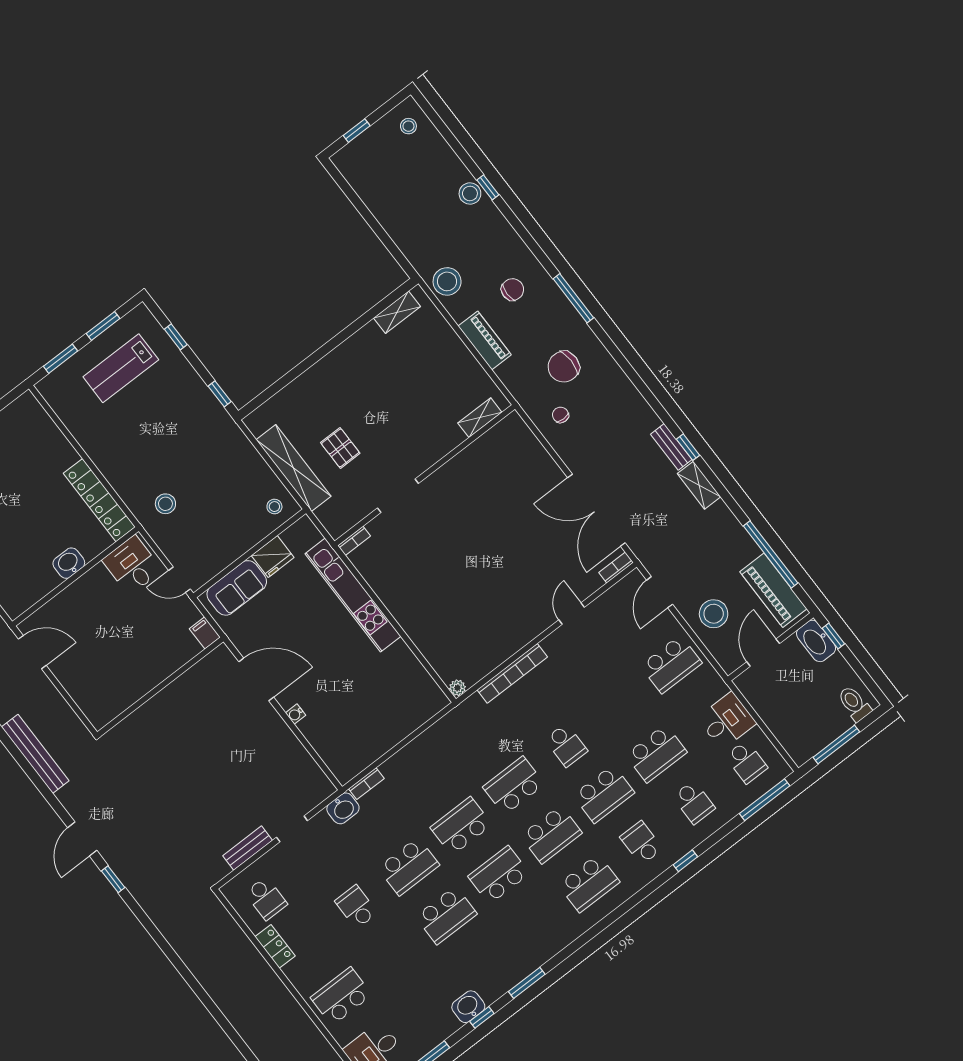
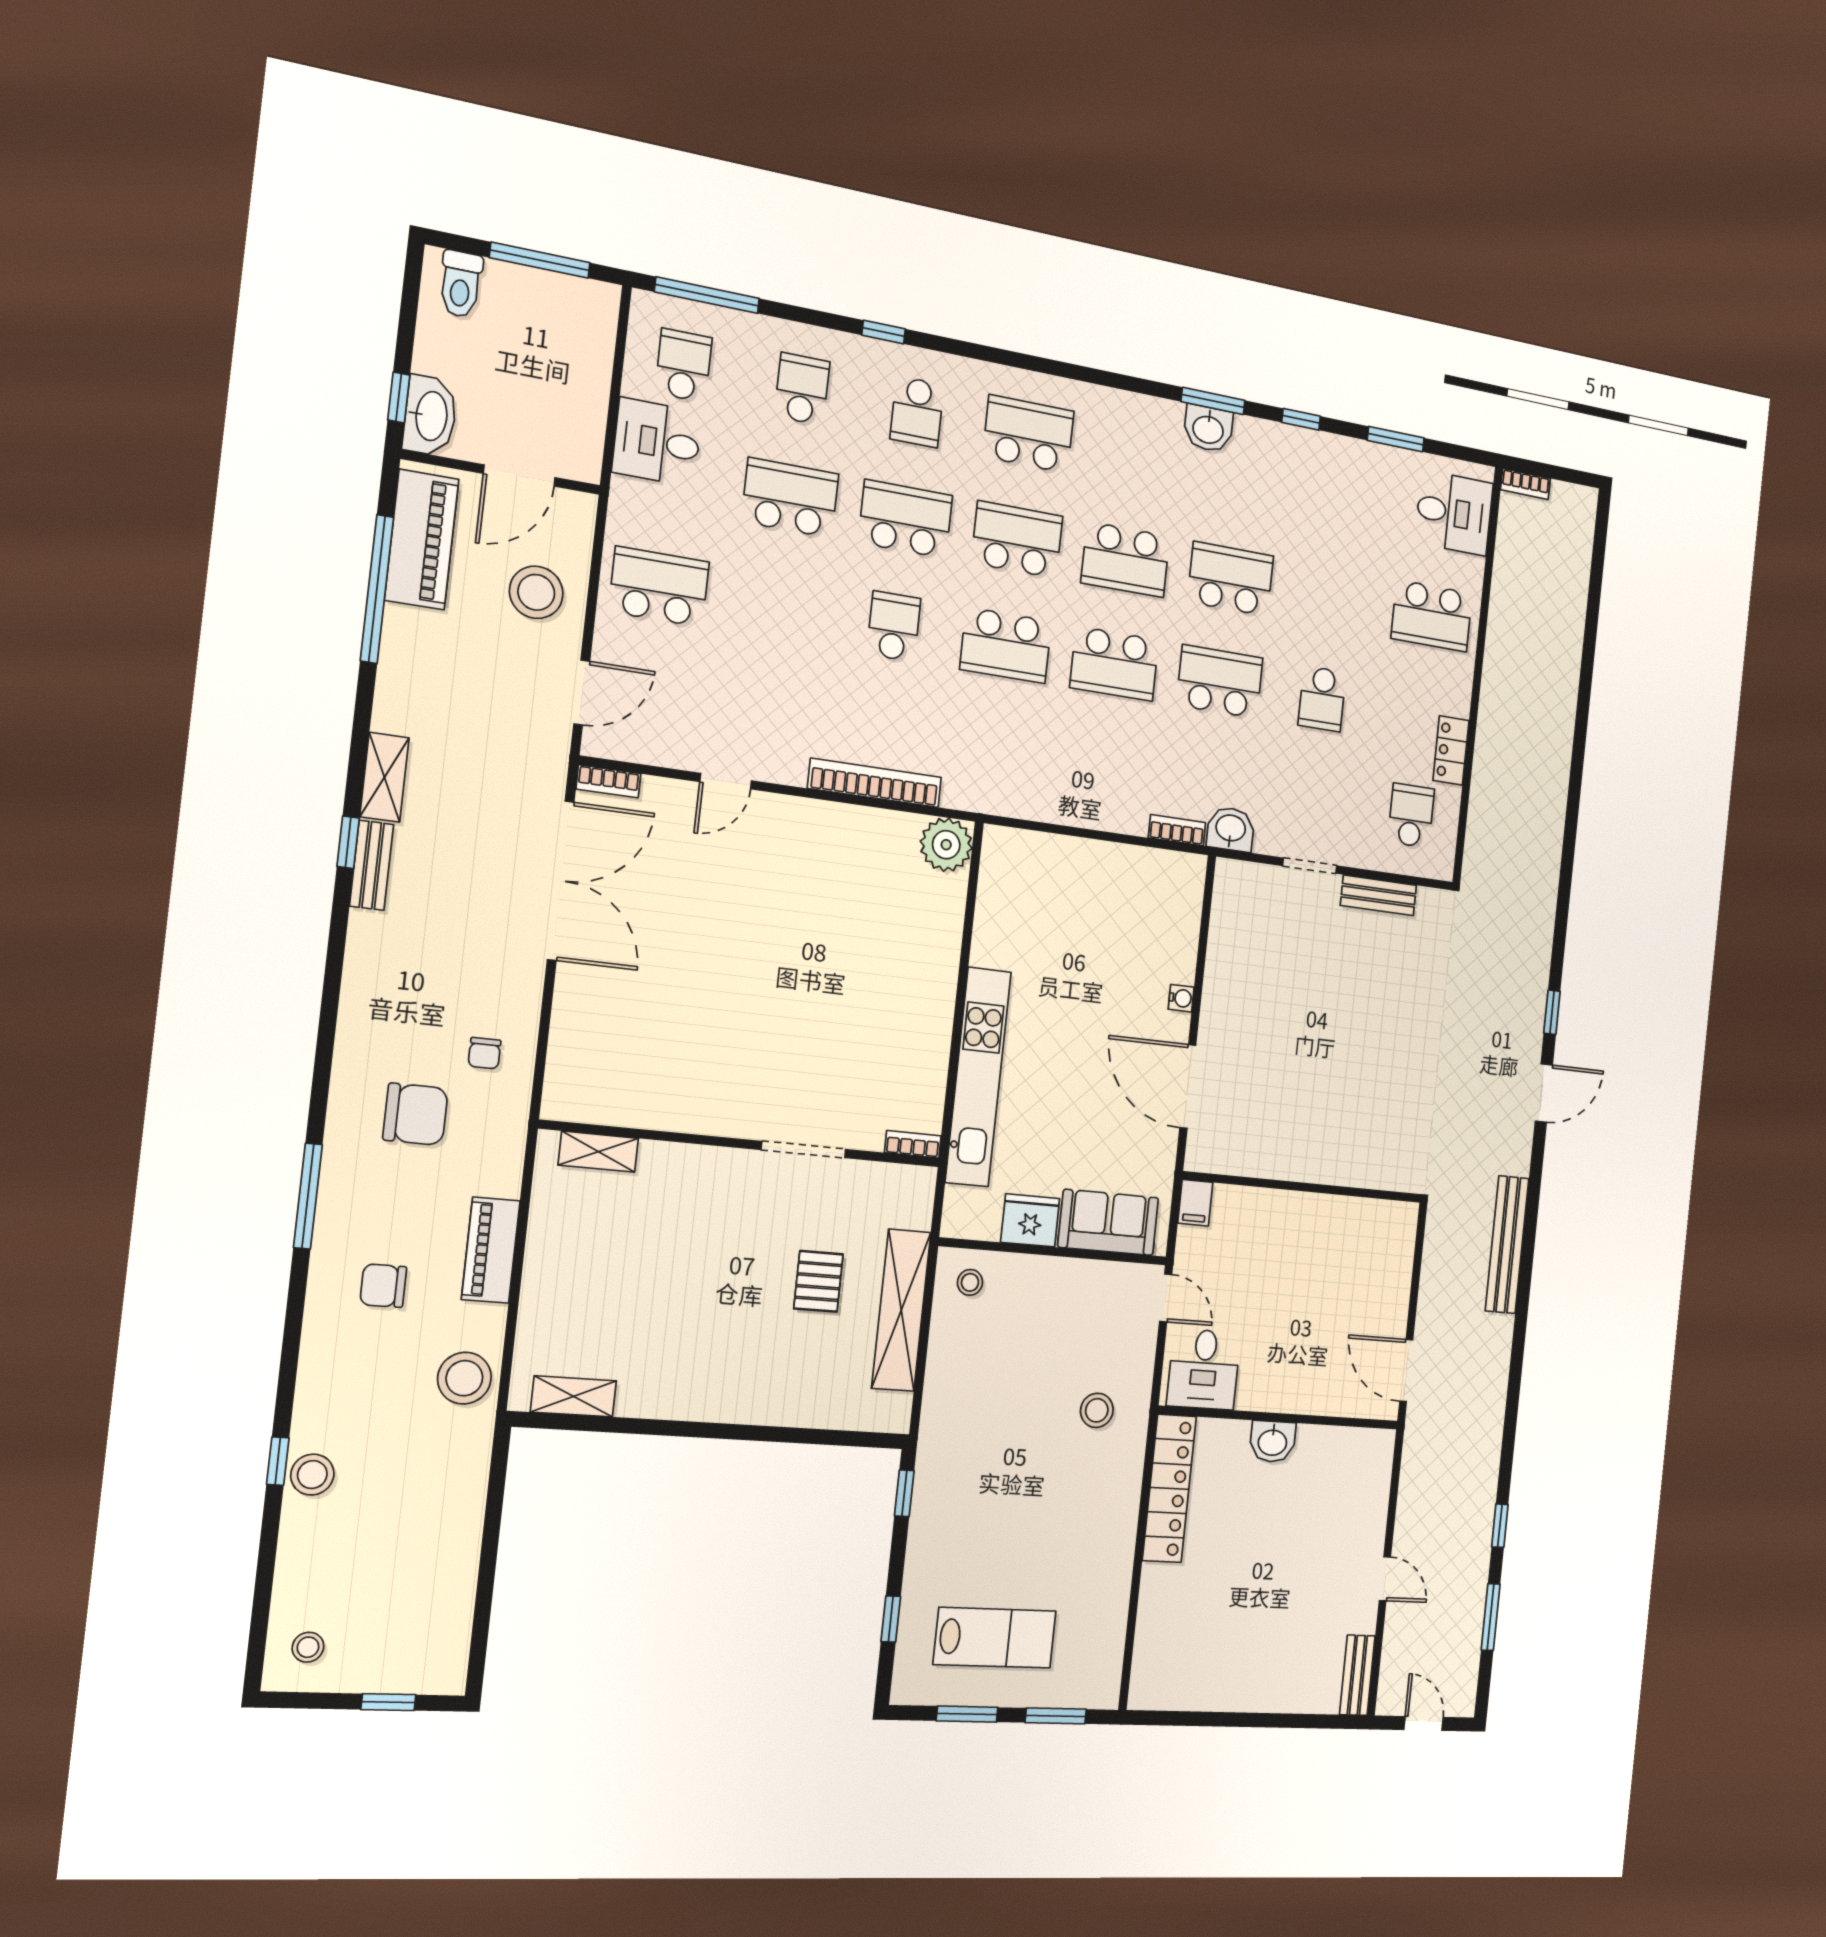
plant: (457, 688) -> (946, 845), width x1.87, depth x1.87
washbasin: (468, 1007) -> (1208, 429), moved

